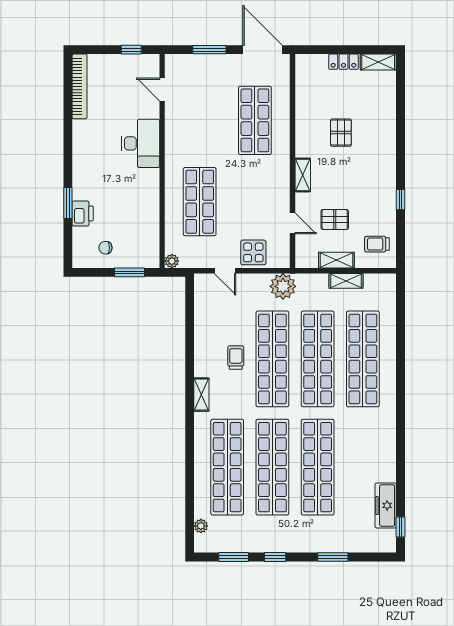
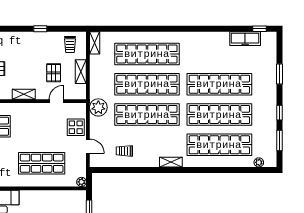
door: (225, 271) -> (88, 146), hinge flipped
shelving: (346, 281) -> (95, 43), moved
trolley: (236, 358) -> (124, 151), moved

